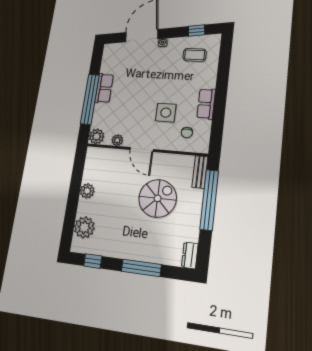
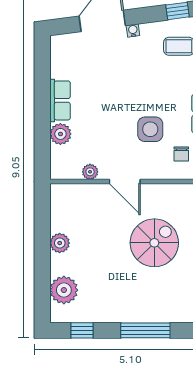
window: (90, 99) -> (42, 117), removed
plant: (97, 136) -> (60, 134), moved

